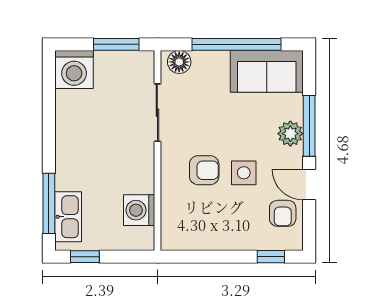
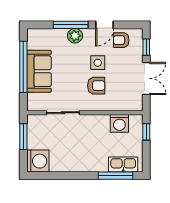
floor lamp: (179, 62) -> (34, 100), removed
sofa: (267, 71) -> (39, 71), moved
armchair: (204, 170) -> (96, 86), turned 90
armchair: (283, 213) -> (121, 40), turned 180
window: (85, 257) -> (146, 132), moved
double door: (217, 257) -> (146, 78), added

